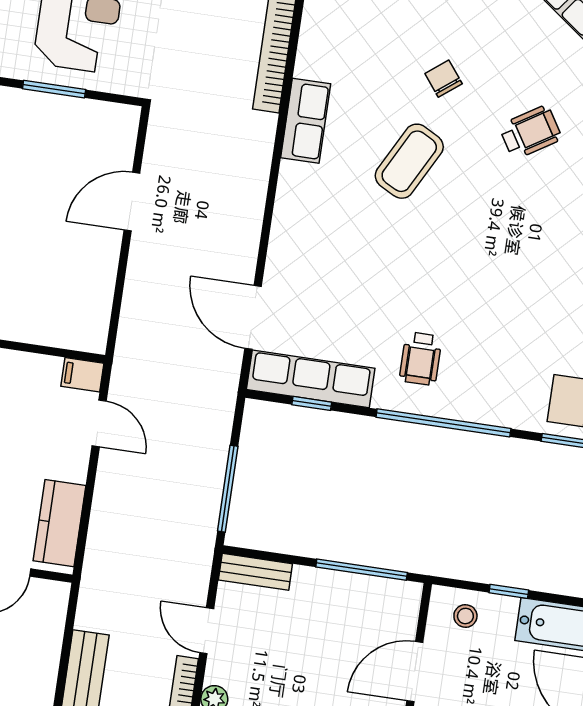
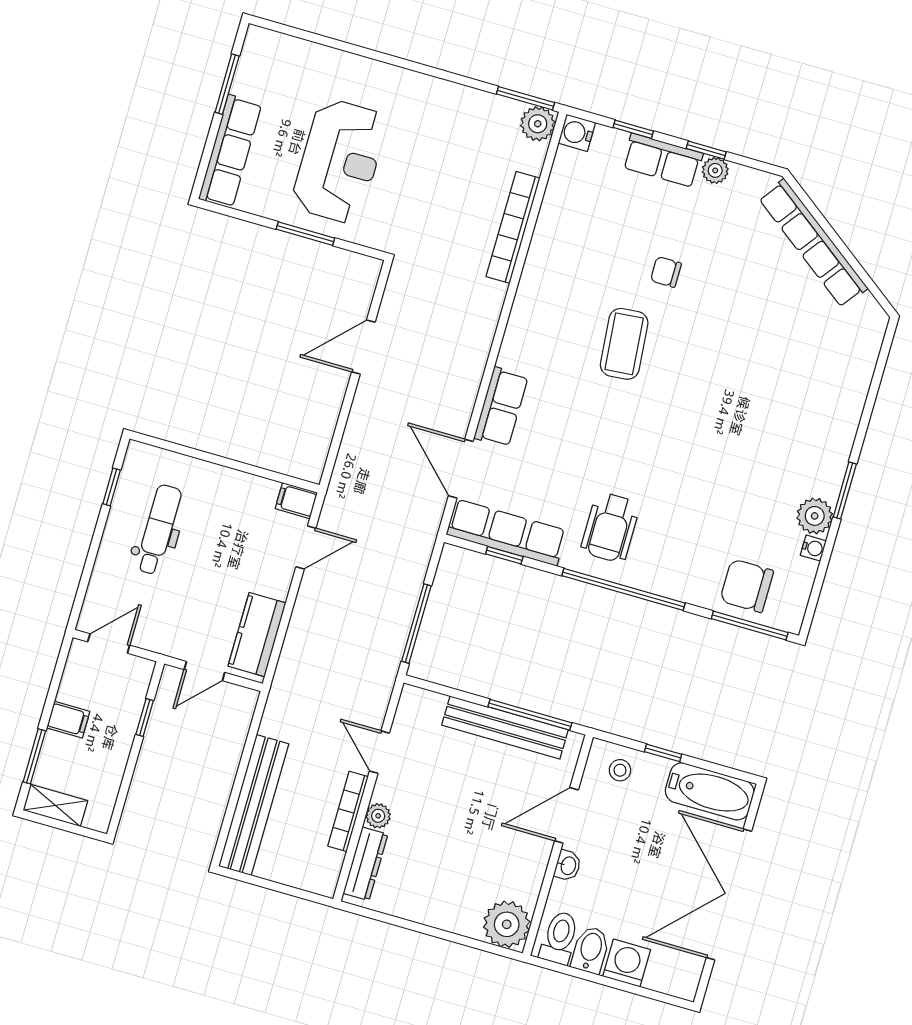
chair: (444, 79) -> (666, 272), turned -52
row of seats: (306, 121) -> (501, 407), moved
wheelchair: (530, 132) -> (739, 332), removed
coffee table: (409, 161) -> (624, 344), turned -33
wheelchair: (421, 359) -> (610, 527), width x1.36, depth x1.37
door: (99, 423) -> (306, 548), hinge flipped
bench: (255, 572) -> (505, 727), moved, width x1.86, depth x1.21

